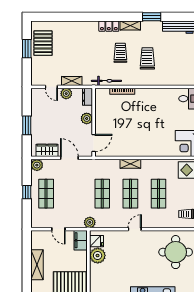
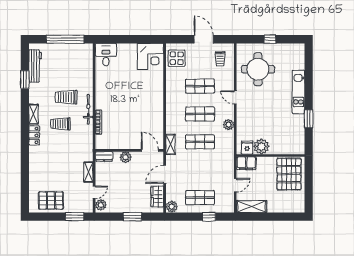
window: (152, 17) -> (25, 79), moved
window: (27, 49) -> (75, 217), moved
bicycle: (106, 81) -> (88, 109), moved
plant: (66, 94) -> (101, 205), moved
shelving: (130, 164) -> (171, 144), moved
window: (27, 192) -> (209, 217), moved
plant: (90, 222) -> (229, 125), moved
door: (135, 229) -> (235, 98), moved
shelving: (37, 265) -> (252, 207), moved

